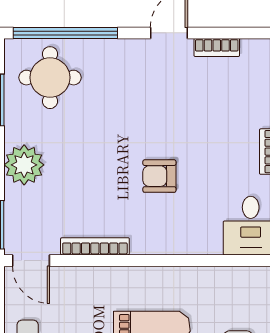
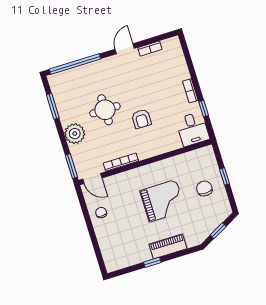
round table: (50, 78) -> (105, 110), moved
armchair: (159, 176) -> (141, 119), turned -90

